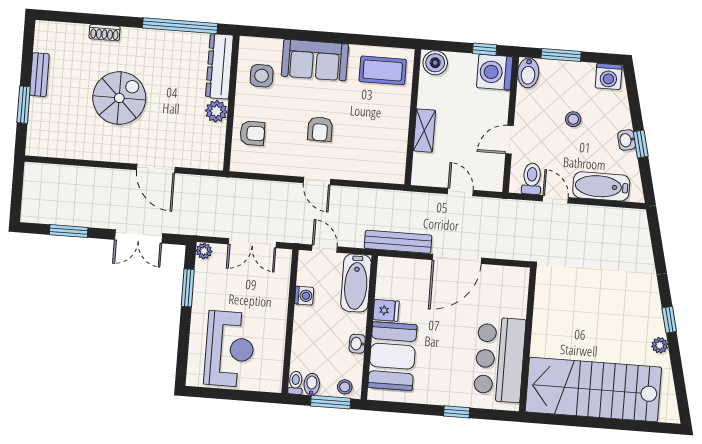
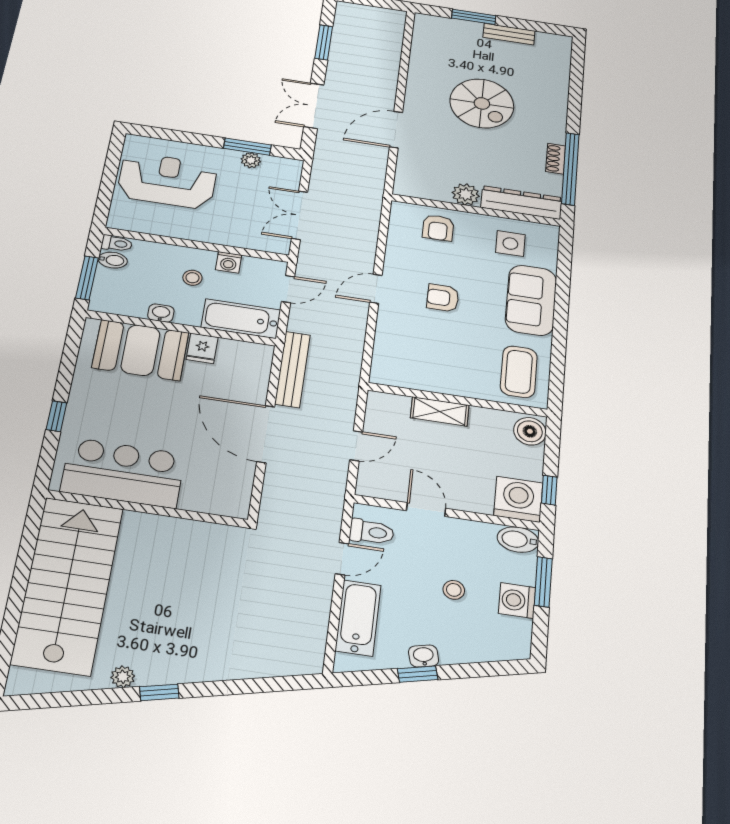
shoe rack: (105, 32) -> (556, 159), moved
washing machine: (609, 76) -> (517, 600), moved
plant: (204, 251) -> (251, 160), moved
reception desk: (230, 349) -> (167, 180), turned 180
stool: (345, 387) -> (192, 278), moved

